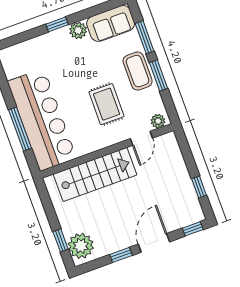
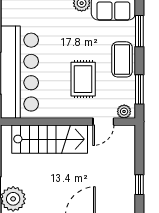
window: (158, 75) -> (139, 89), moved

